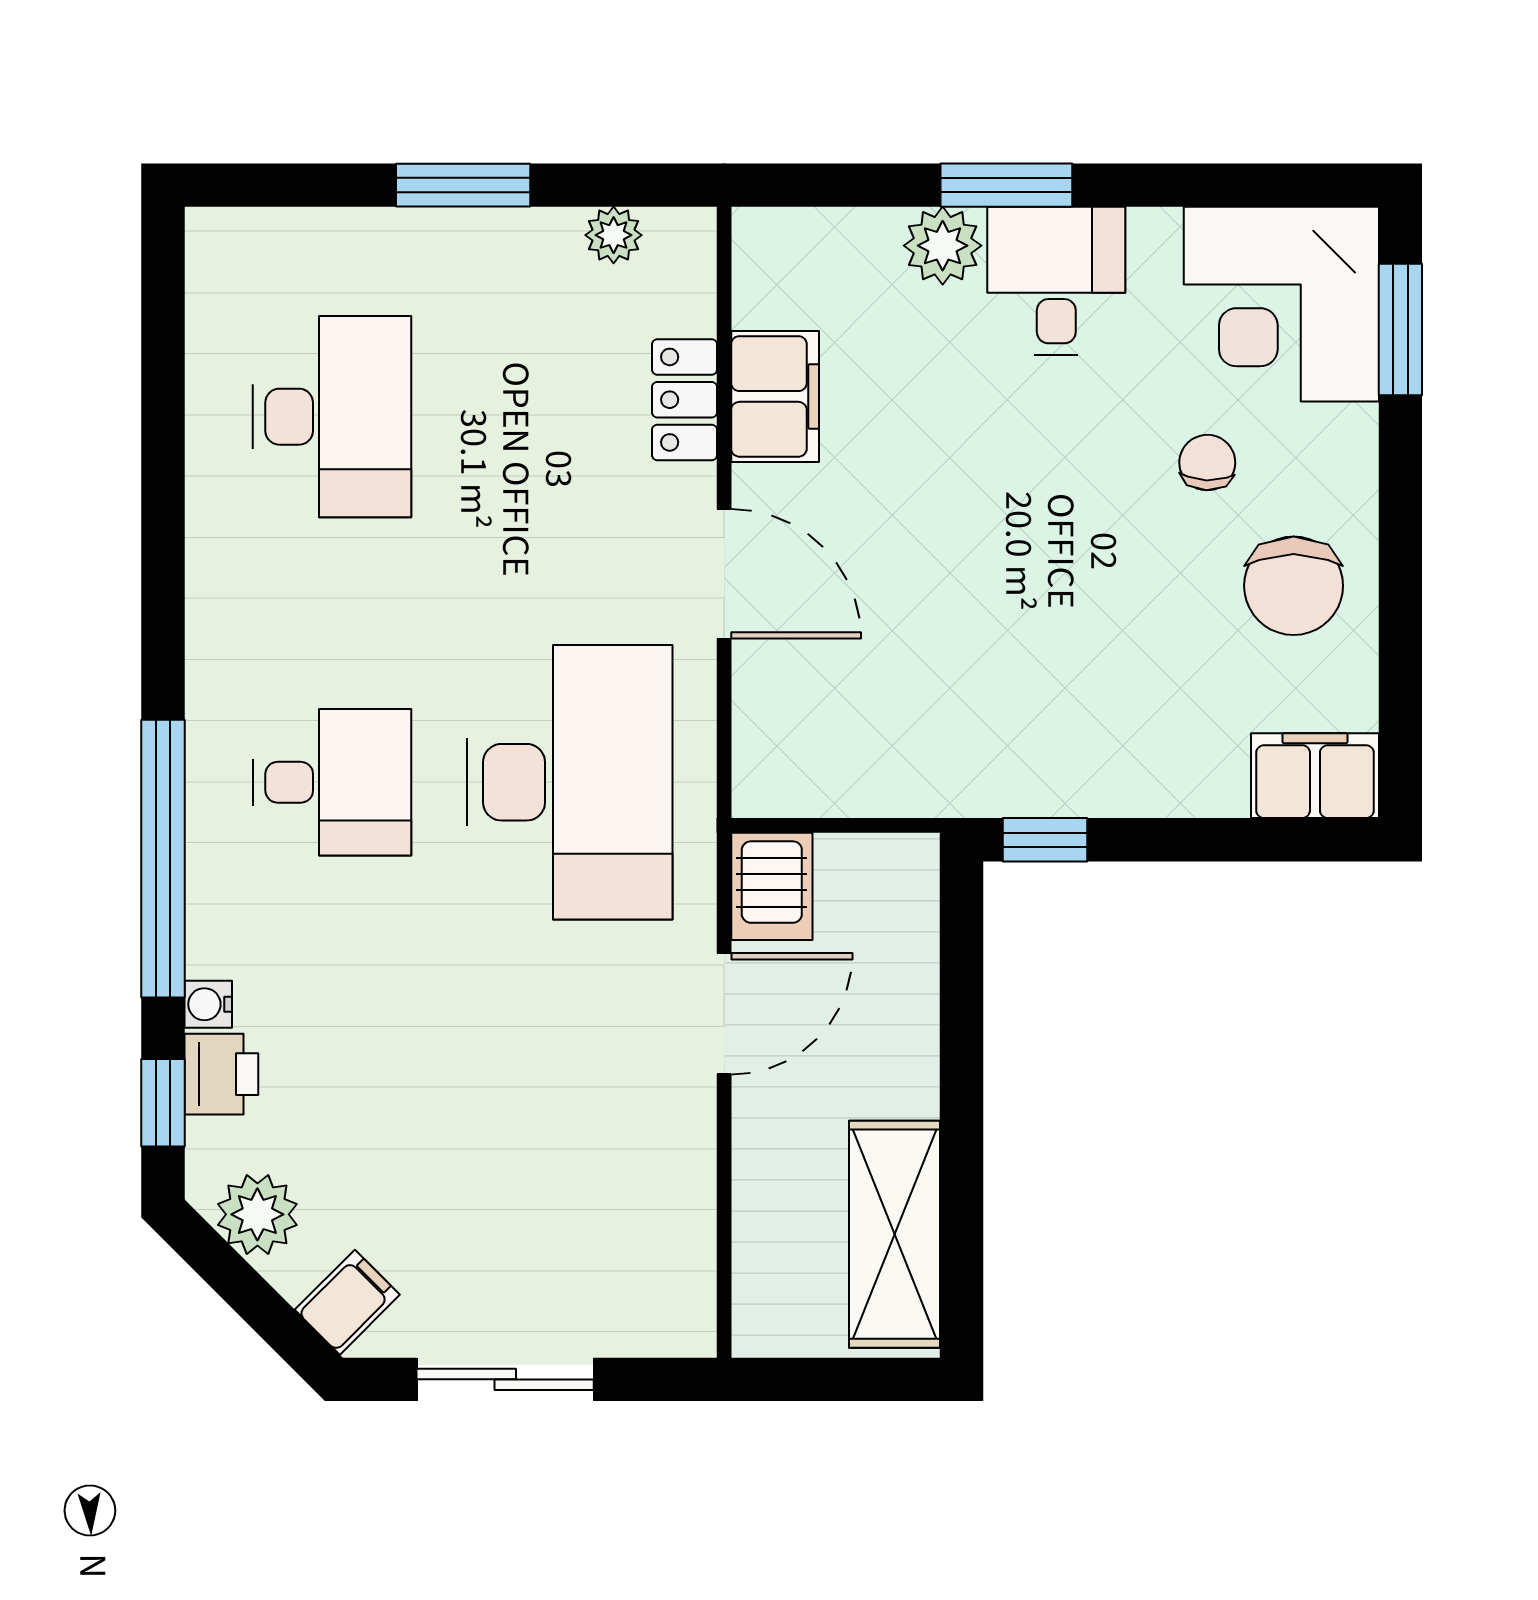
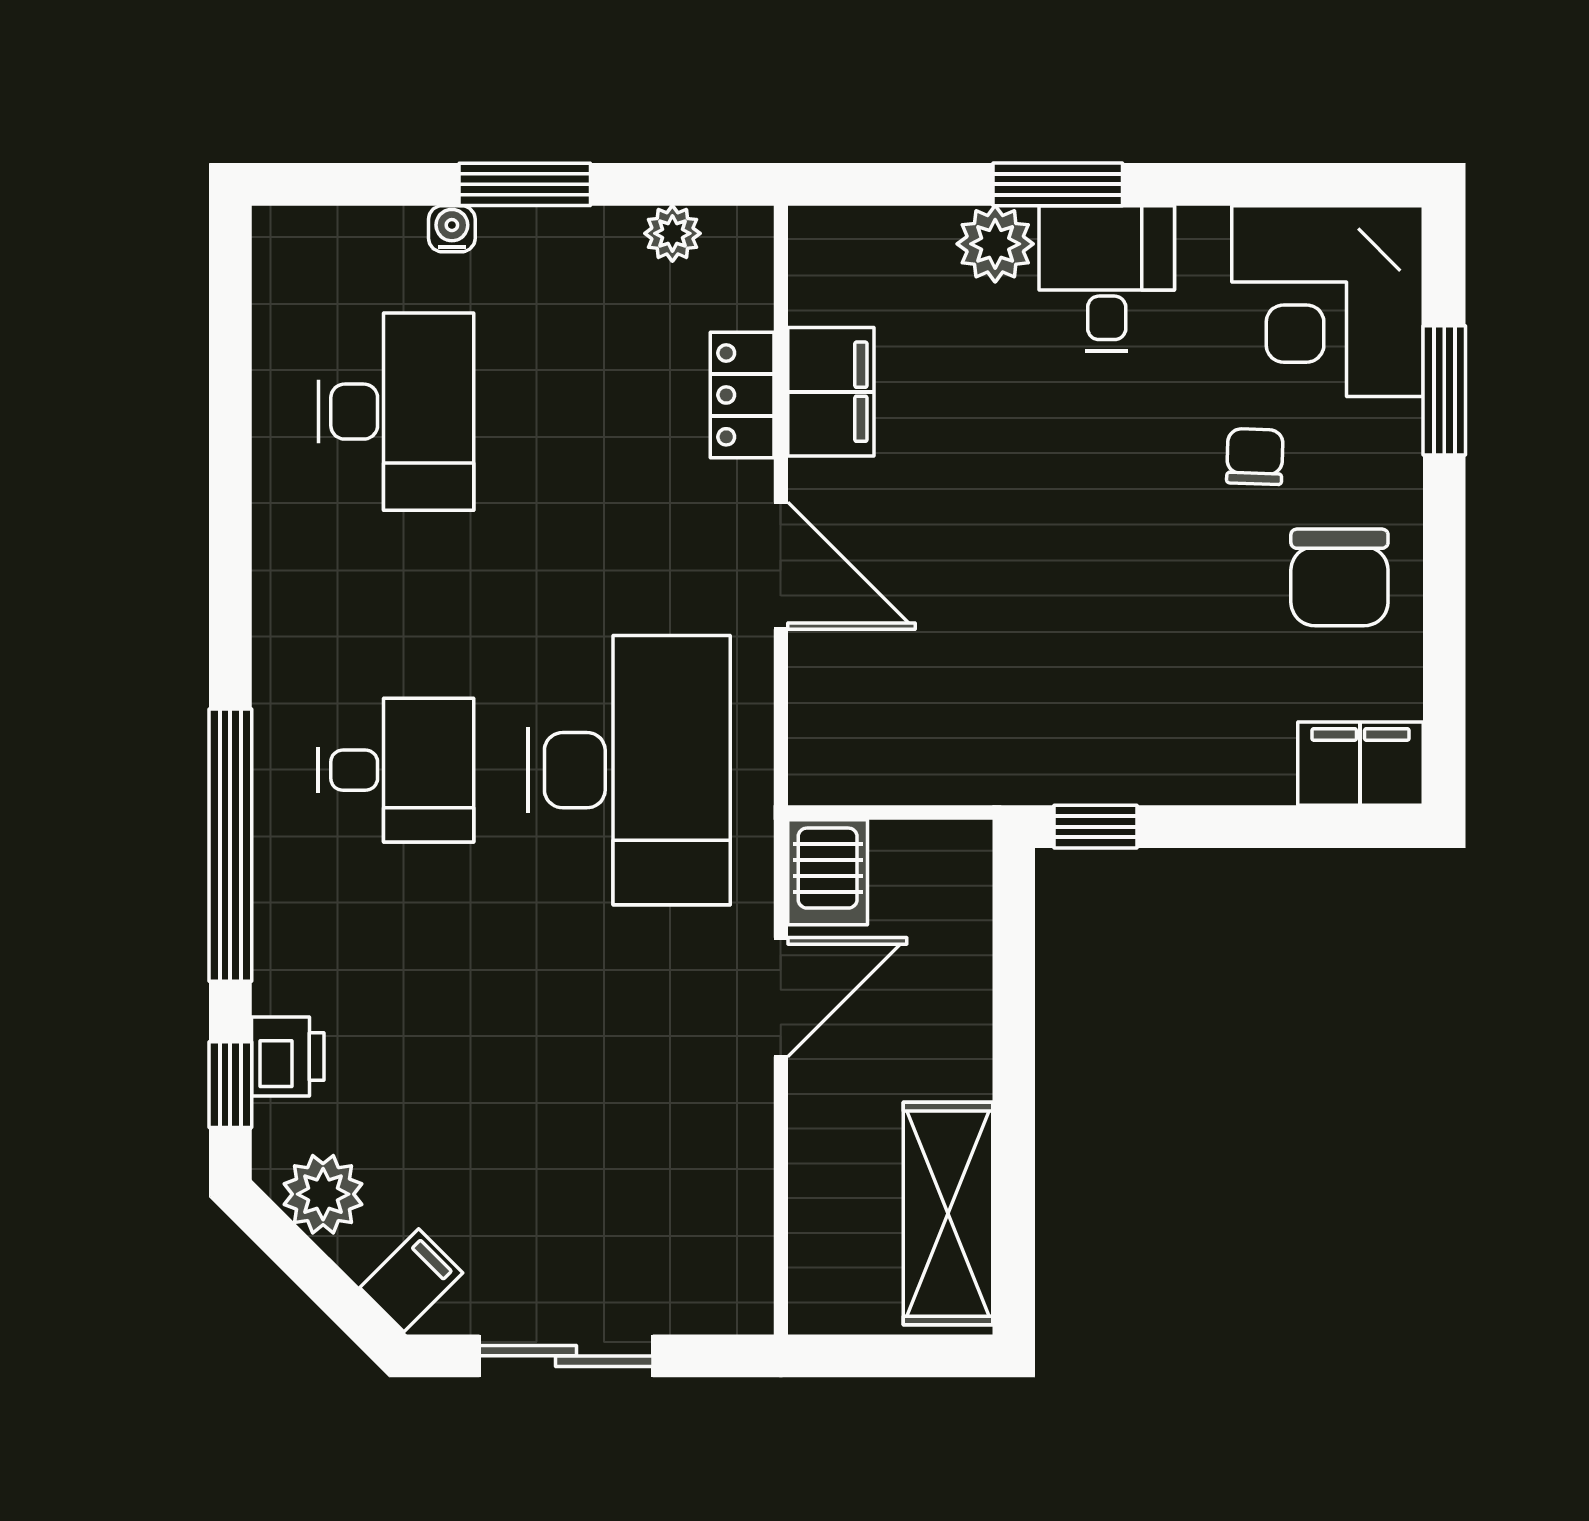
window: (1400, 329) -> (1444, 390), moved
water cooler: (208, 1004) -> (452, 229), moved, turned 90

